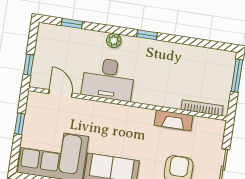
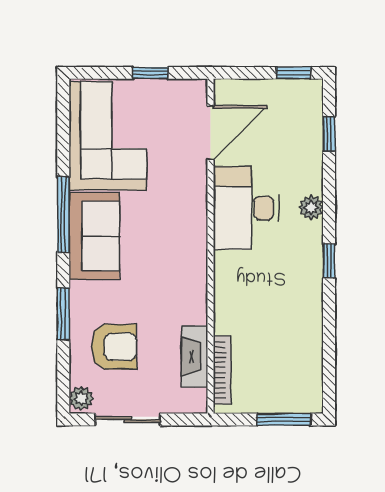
window: (29, 65) -> (294, 73), moved
door: (60, 93) -> (211, 133), width x1.38
fireplace: (174, 120) -> (195, 356), moved

